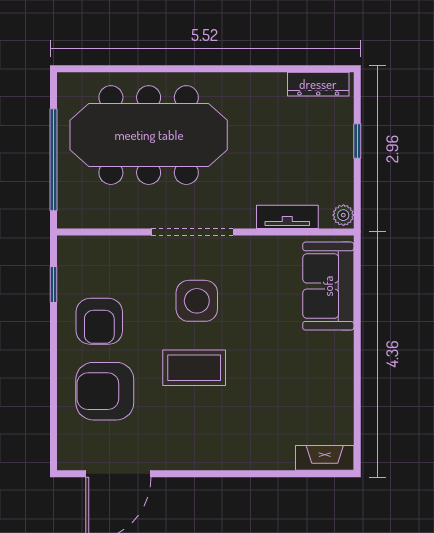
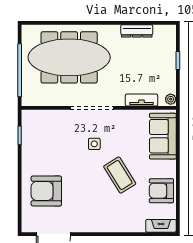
dresser: (318, 84) -> (137, 31), moved
side table: (197, 301) -> (94, 144), width x0.54, depth x0.54
armchair: (99, 321) -> (161, 191), moved, turned 90
coffee table: (194, 368) -> (120, 175), moved, turned 58

